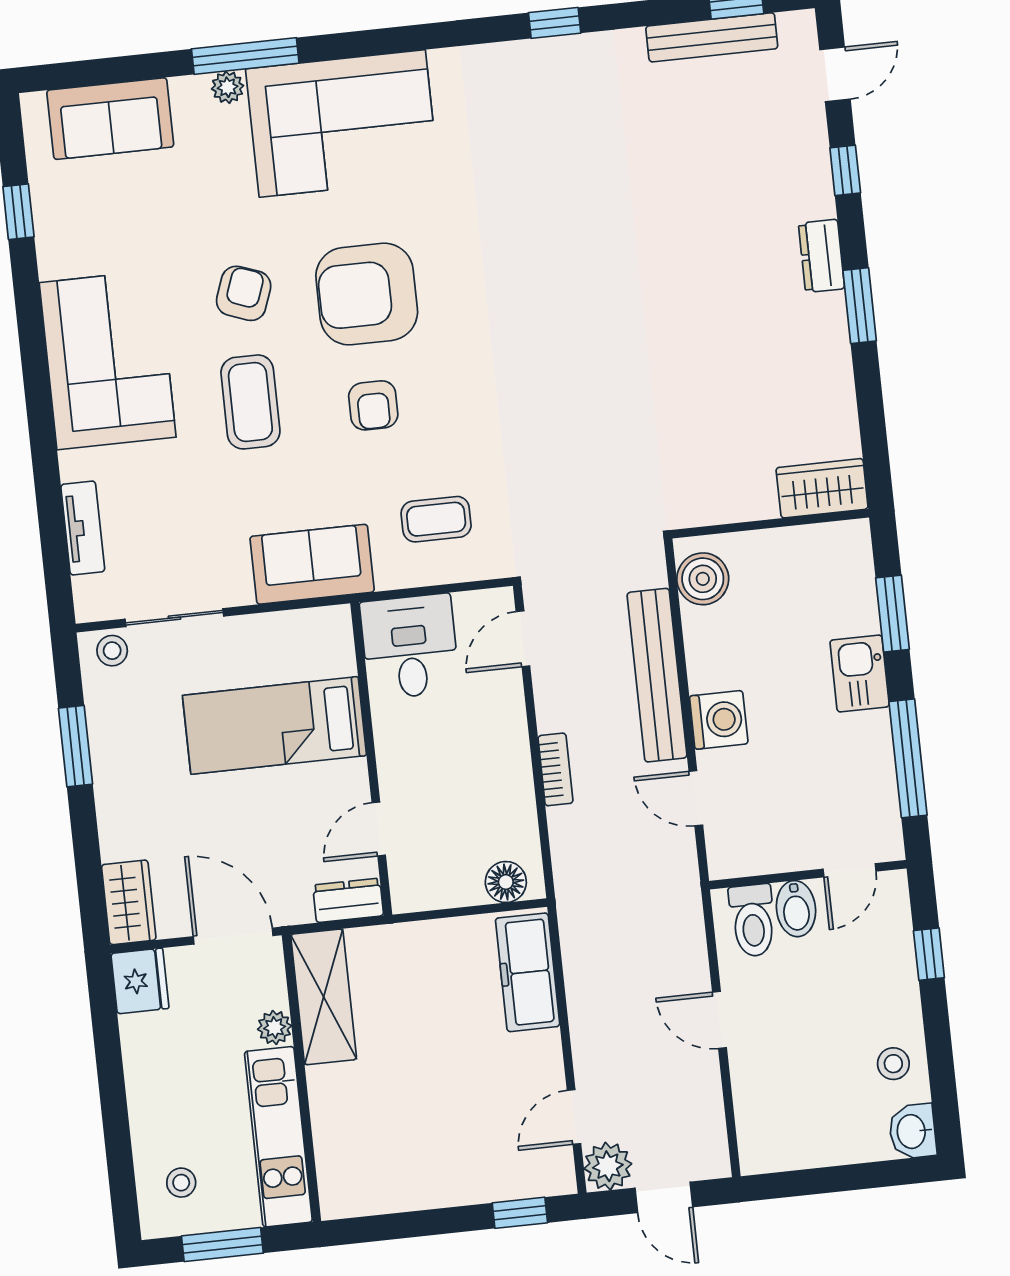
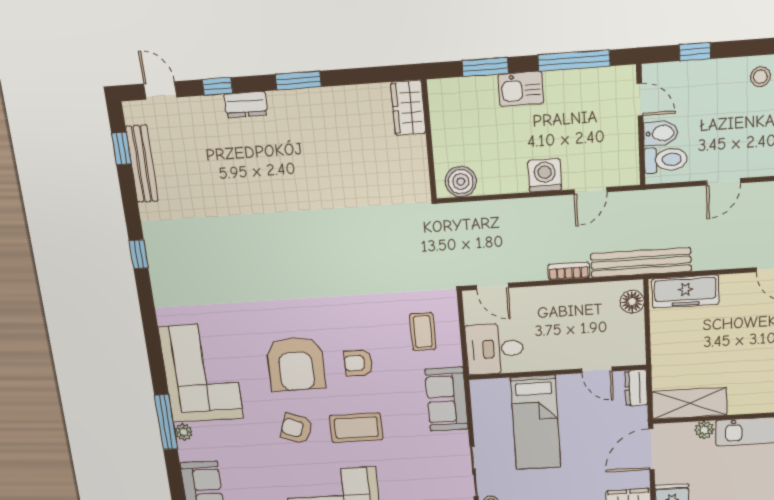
dresser: (822, 256) -> (246, 105), moved
armchair: (373, 405) -> (358, 363), turned 180
bench: (657, 675) -> (641, 263), moved

